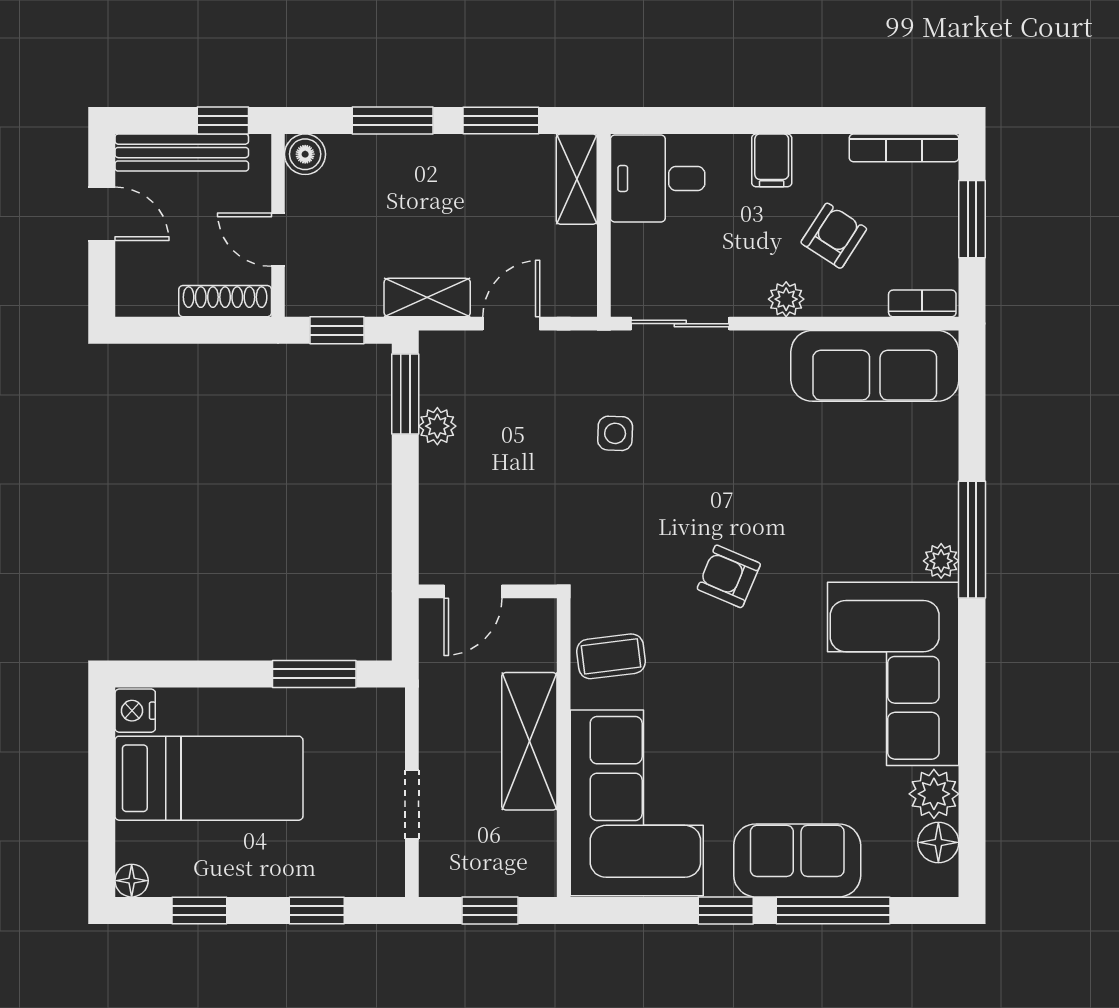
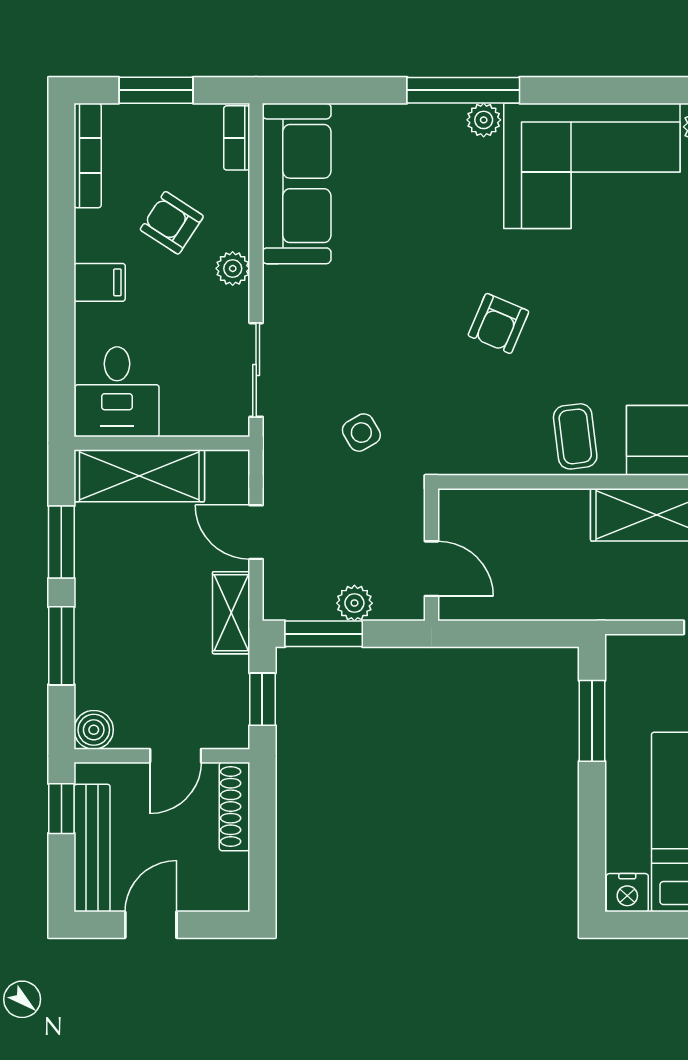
shelving: (577, 179) -> (139, 476), width x1.50, depth x1.33
side table: (615, 433) -> (361, 433), turned -32
door: (473, 591) -> (432, 569), moved
wall: (488, 591) -> (432, 555), moved

